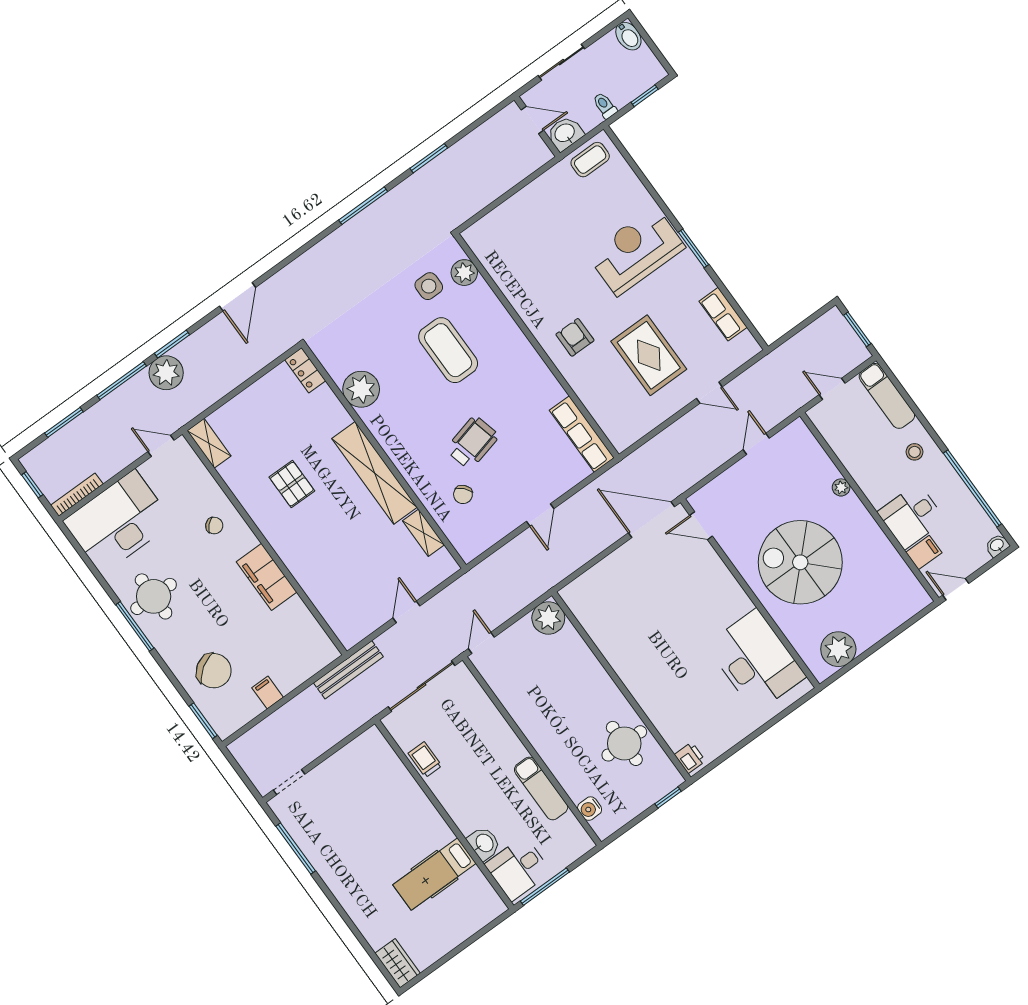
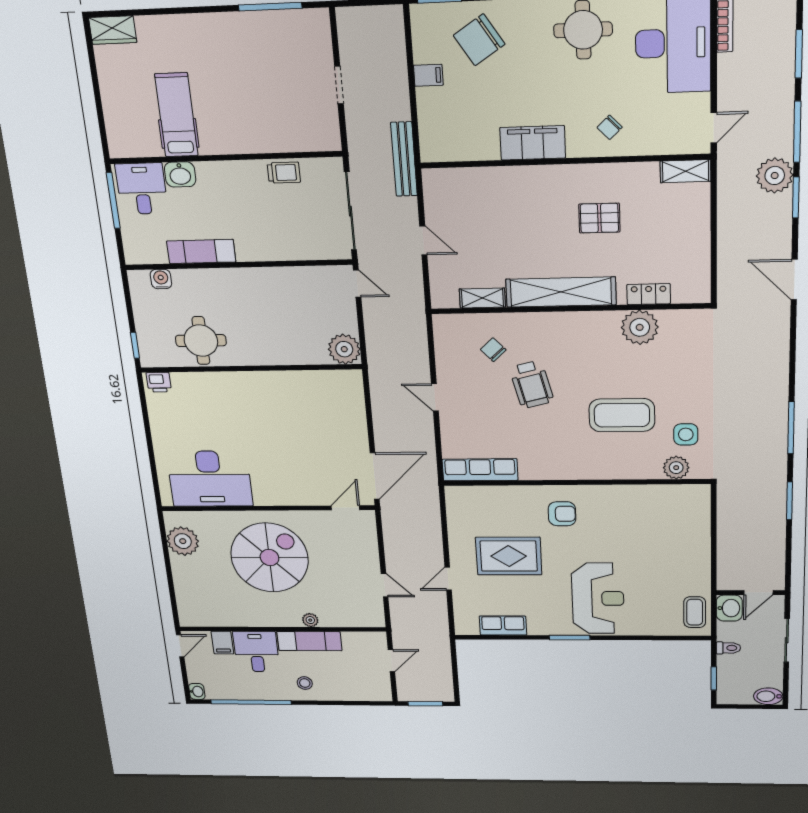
locker: (305, 370) -> (649, 294), moved
exam couch: (887, 396) -> (309, 641), moved, turned 180
doorway: (289, 782) -> (339, 85), moved

